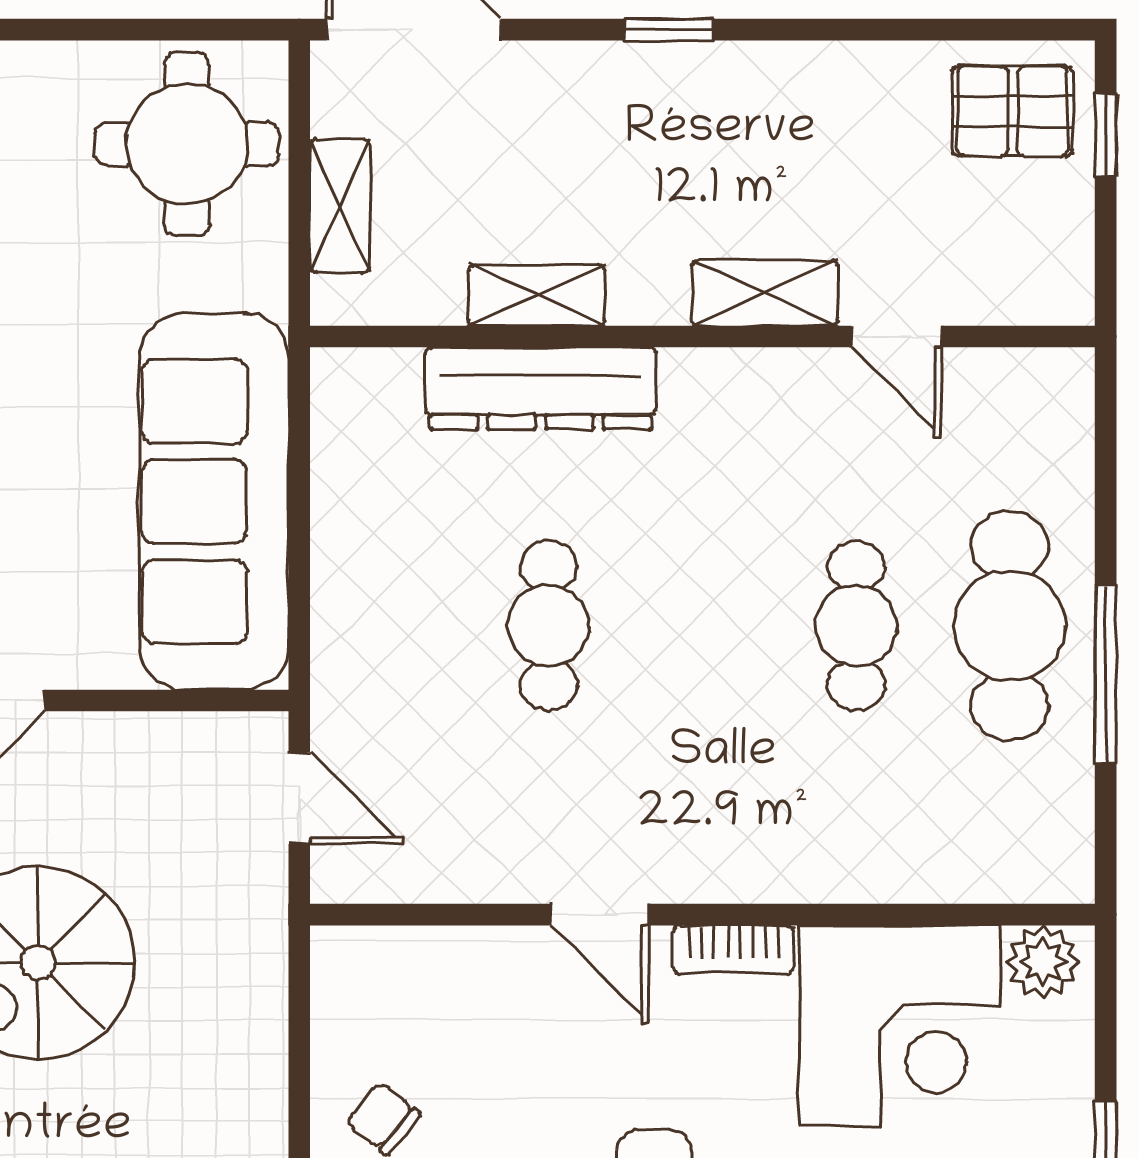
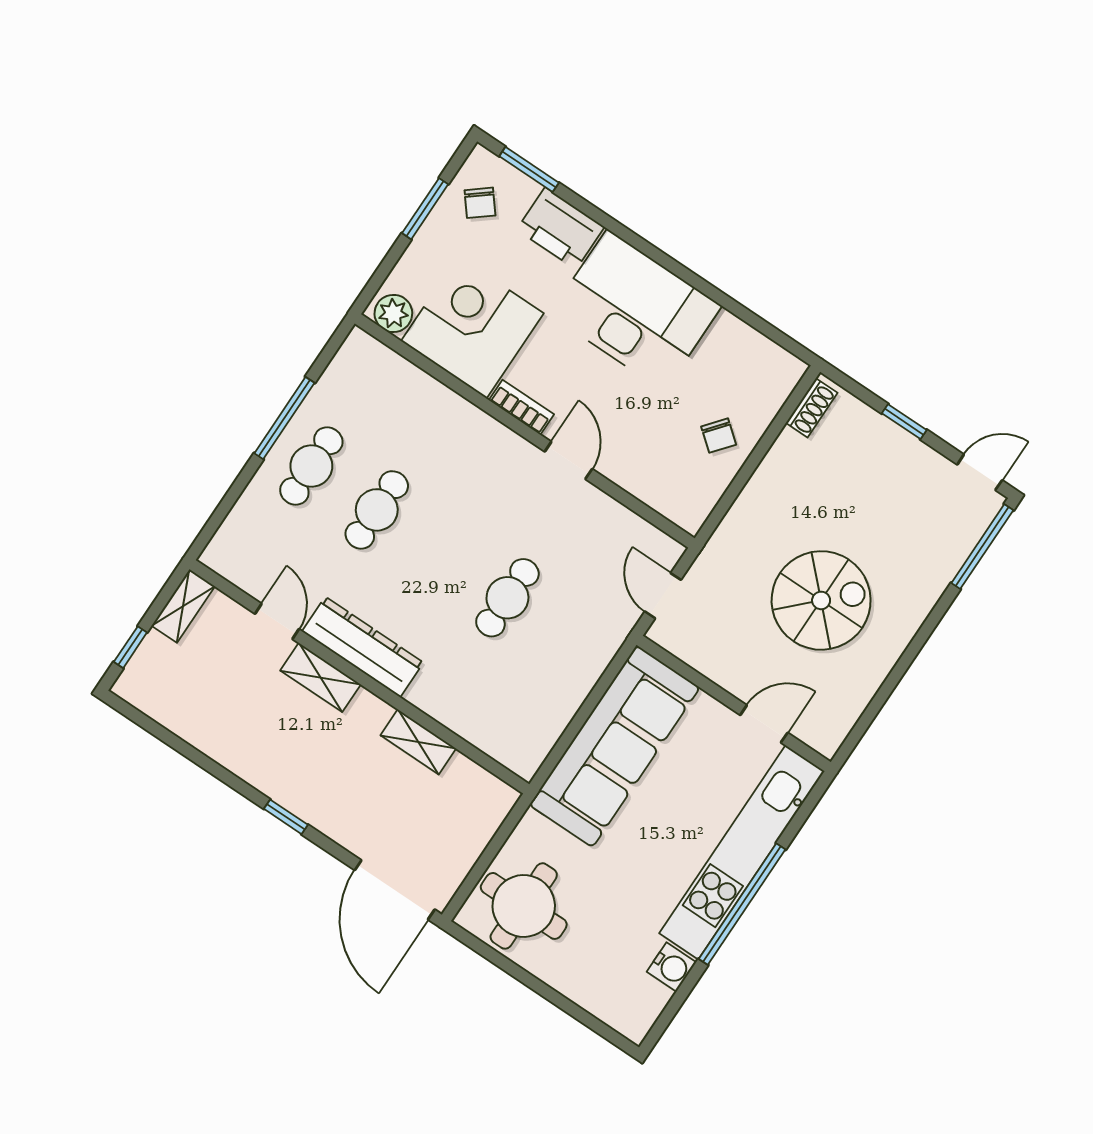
pallet: (1013, 111) -> (163, 684), removed
shelving: (340, 206) -> (183, 606), moved
dresser: (541, 388) -> (363, 647), moved
cafe table: (1010, 626) -> (311, 466), width x0.73, depth x0.74

